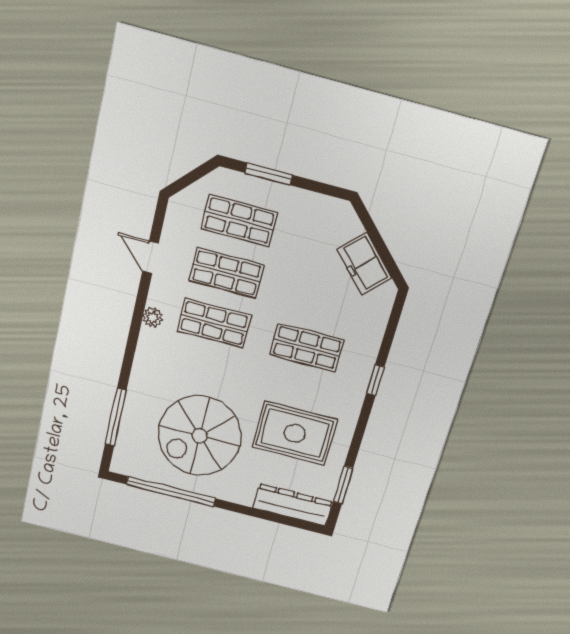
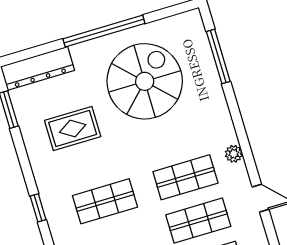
rug: (295, 433) -> (73, 128), width x0.73, depth x0.70
window: (171, 491) -> (104, 31), moved

